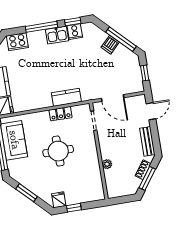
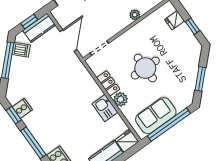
kitchen sink: (57, 35) -> (105, 108), moved, turned 180
dishwasher: (110, 45) -> (21, 50), moved
kitchen counter: (66, 97) -> (39, 28), moved, turned -90
plant: (42, 118) -> (121, 99), added
fridge: (59, 200) -> (175, 20), moved

